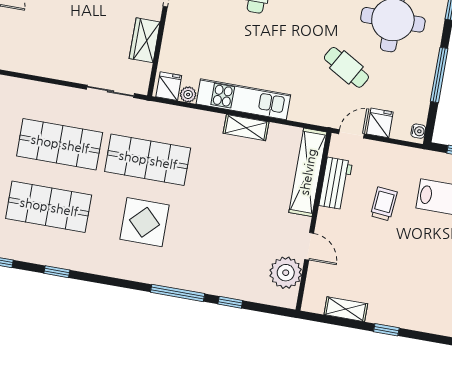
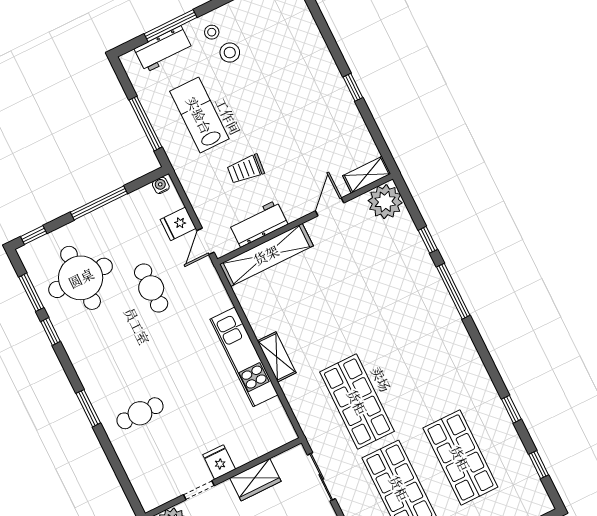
cafe table: (346, 67) -> (151, 288), turned -30
fridge: (169, 86) -> (219, 462), moved, turned 90
plant: (188, 94) -> (275, 408), removed
shelving: (246, 128) -> (277, 357), moved
door: (352, 134) -> (205, 241), hinge flipped
display table: (145, 222) -> (413, 365), removed
plant: (286, 273) -> (385, 202), moved
shelving: (346, 309) -> (367, 175), moved, turned 90

